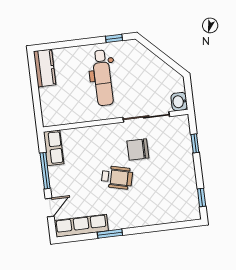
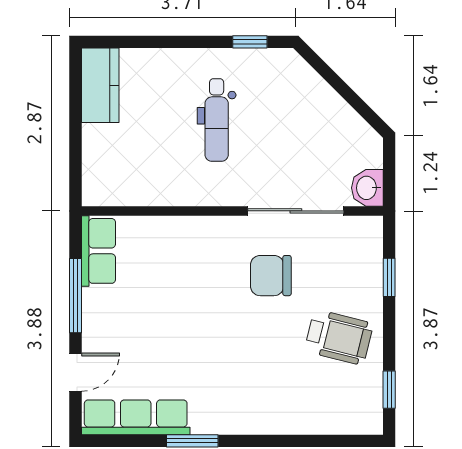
dental chair: (103, 78) -> (217, 120), width x0.73, depth x0.72
wheelchair: (117, 177) -> (339, 337), moved

